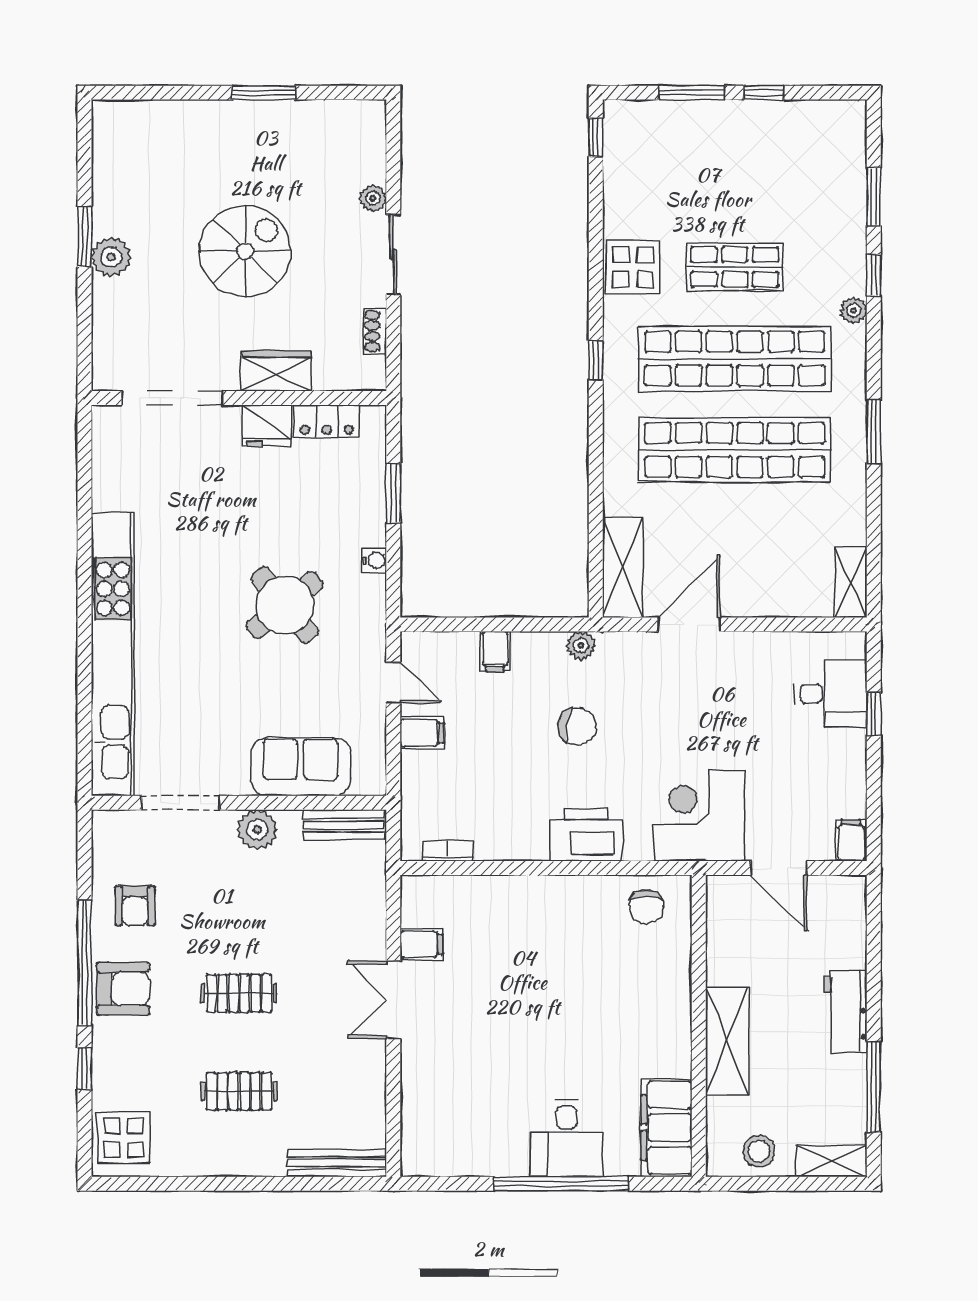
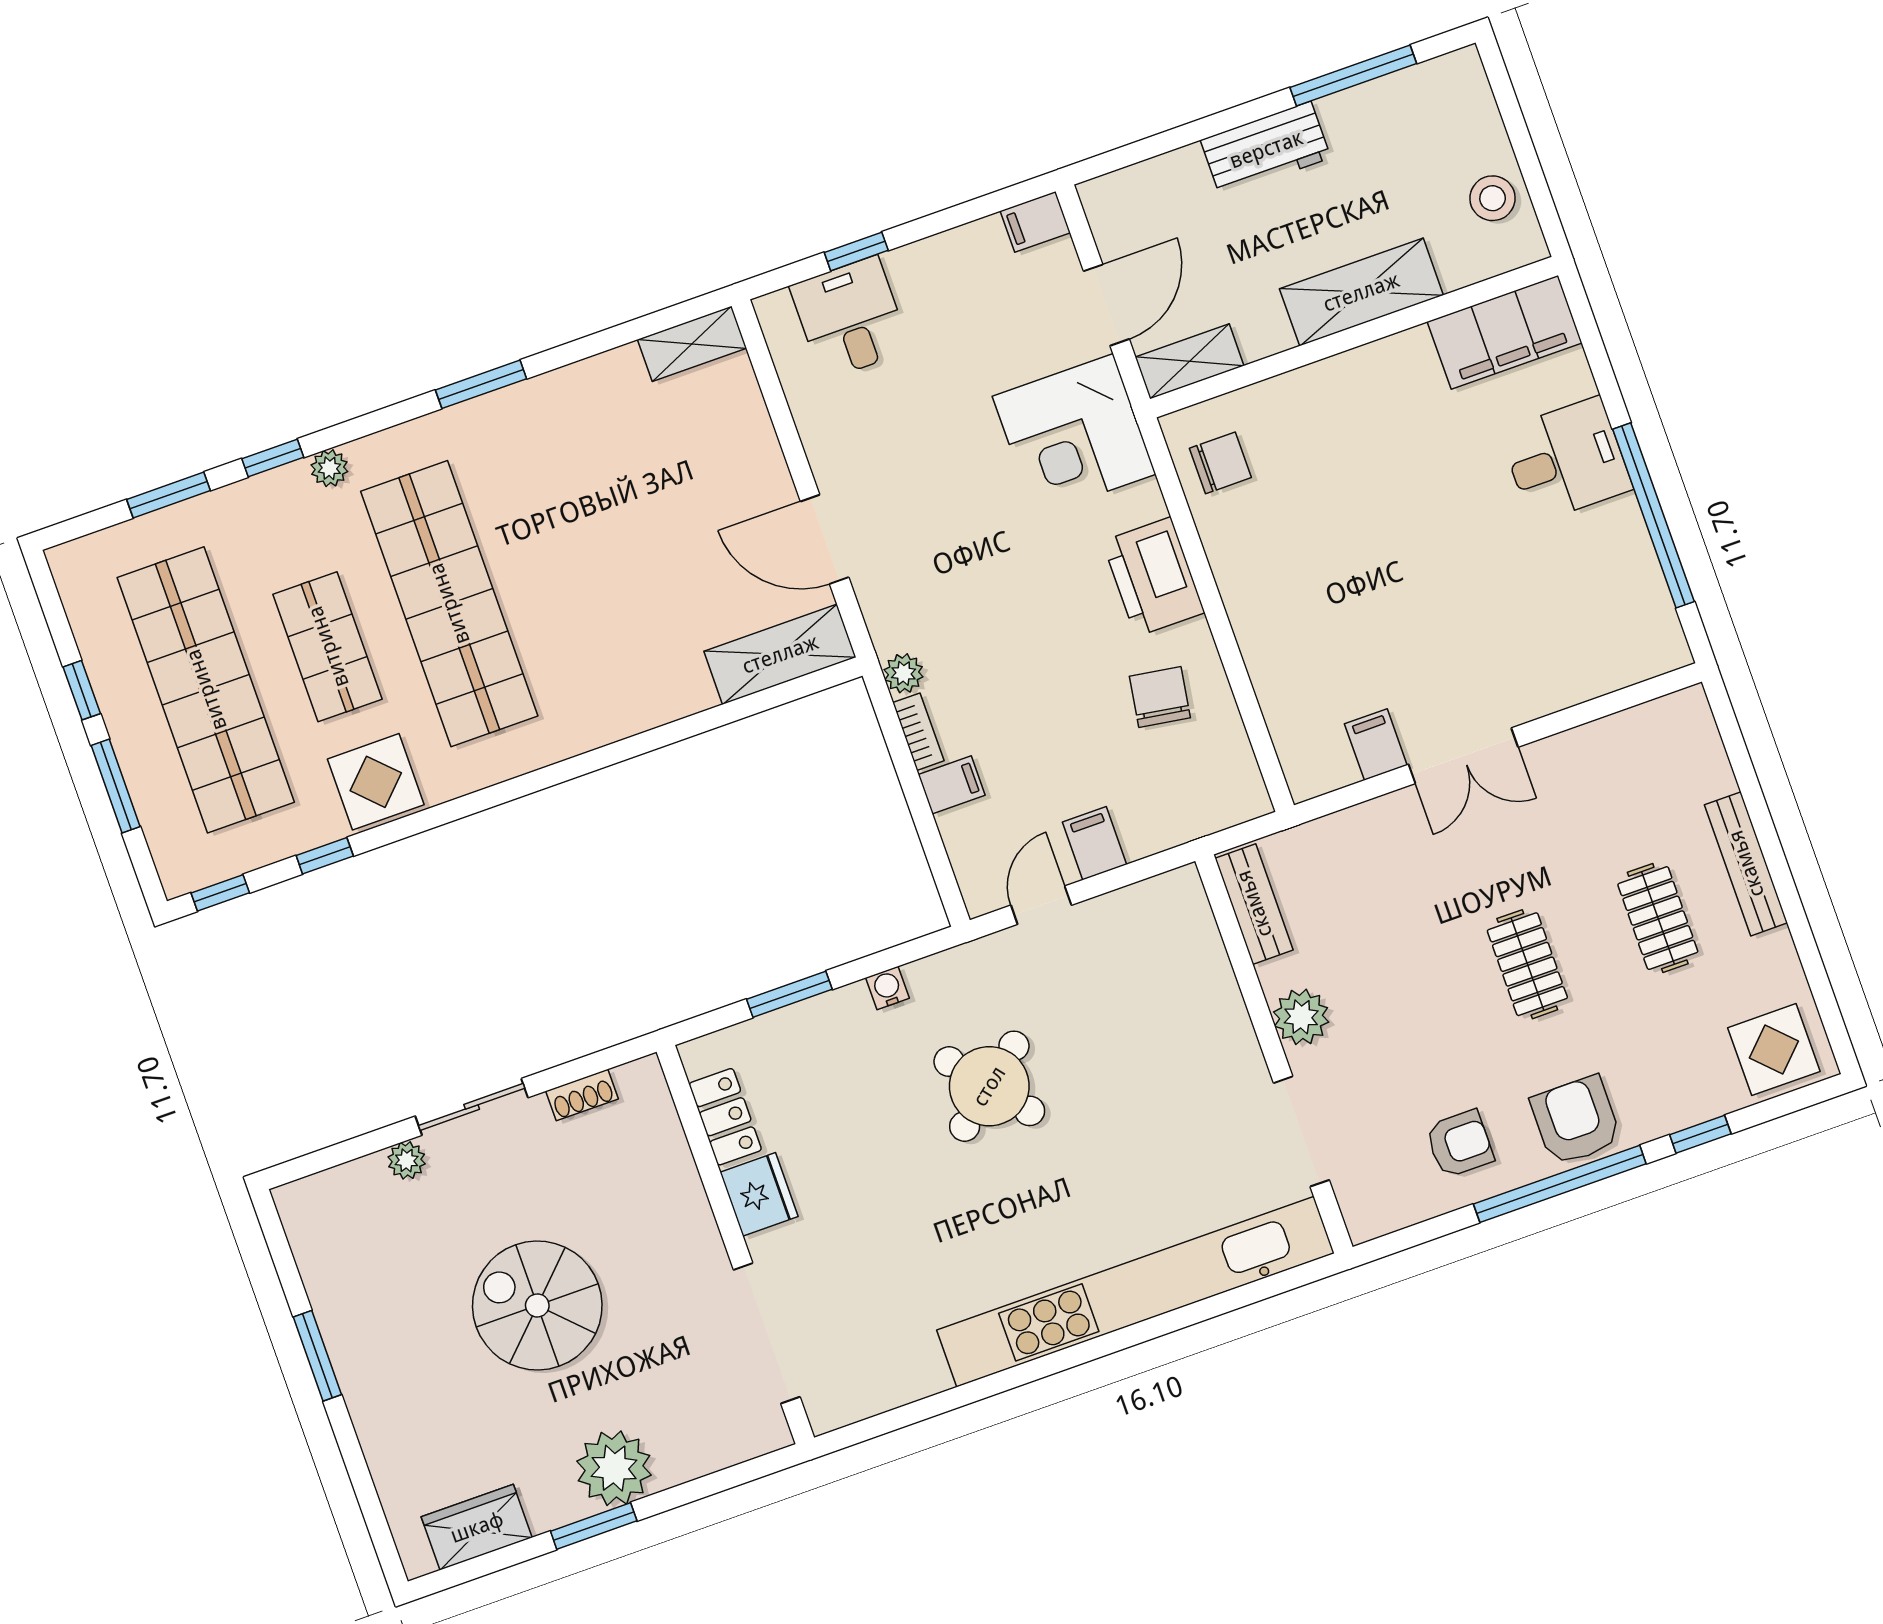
plant: (111, 257) -> (614, 1468), width x1.36, depth x1.36
window: (596, 360) -> (325, 856), moved
wardrobe: (276, 371) -> (477, 1527), moved, turned 90
shop shelf: (735, 450) -> (206, 690), moved
chair: (577, 726) -> (1160, 697), moved
sofa: (300, 767) -> (1197, 989), removed
bookcase: (448, 851) -> (918, 732), moved, turned 180
shelving: (831, 1161) -> (1190, 361), moved, turned 90
bench: (337, 1163) -> (1746, 864), moved
window: (561, 1184) -> (1653, 515), moved

